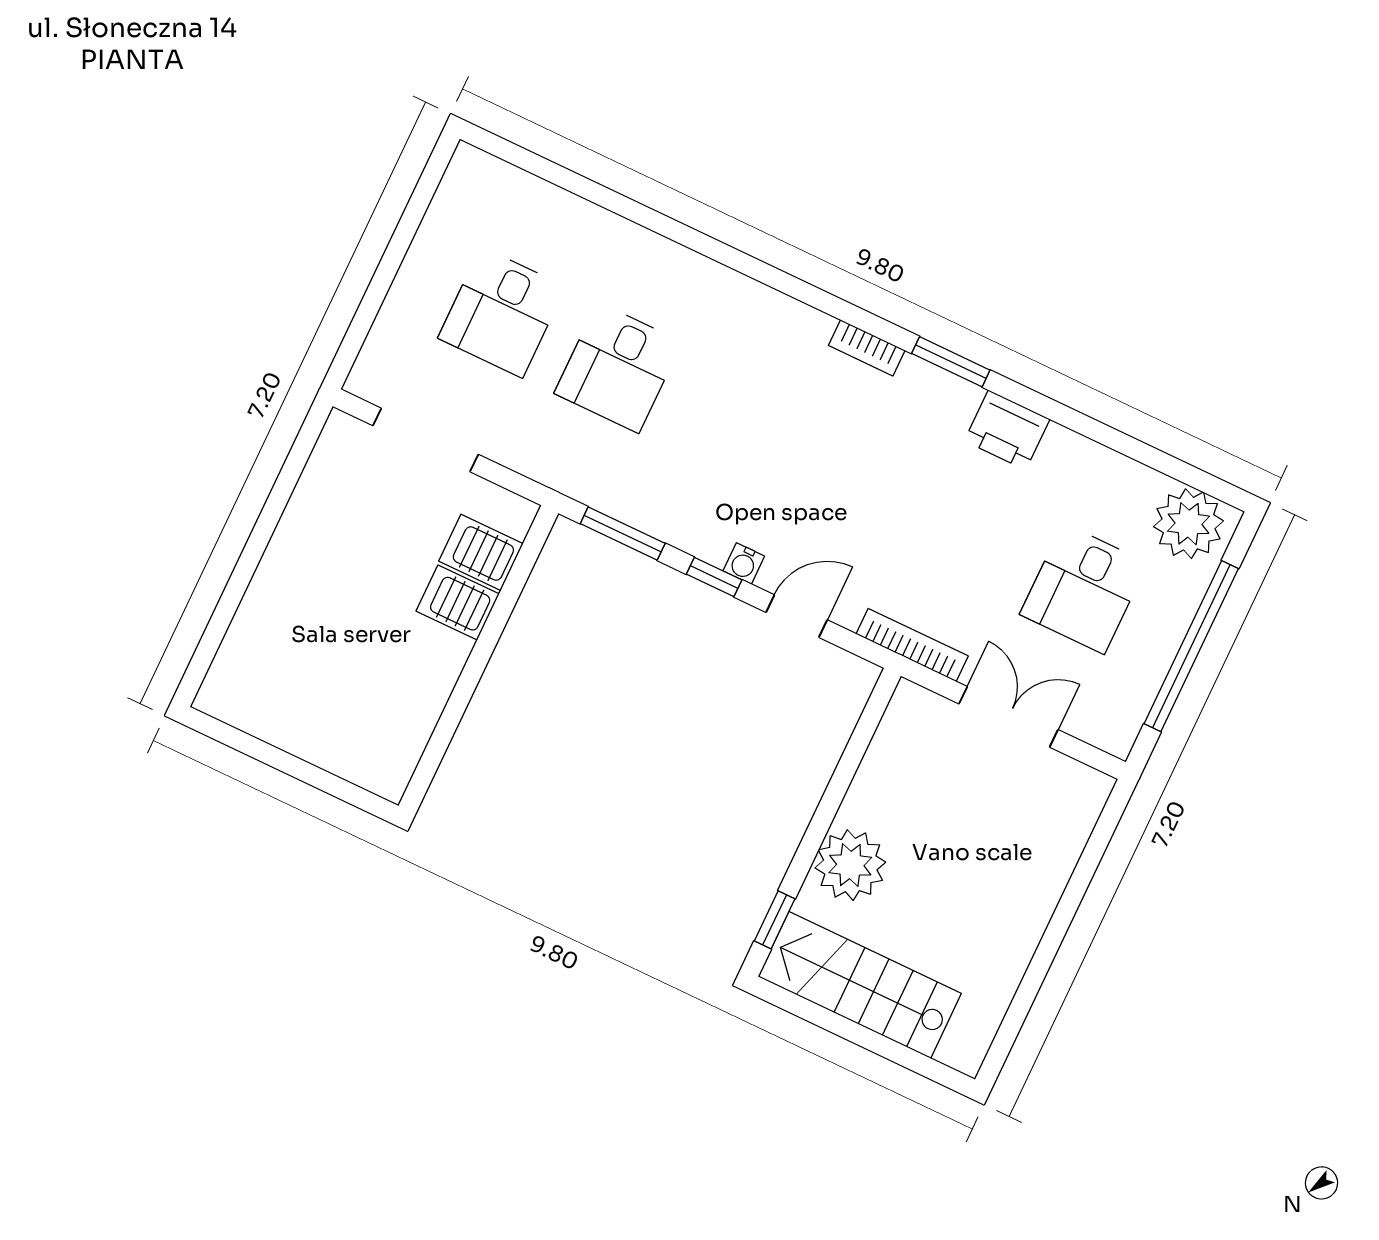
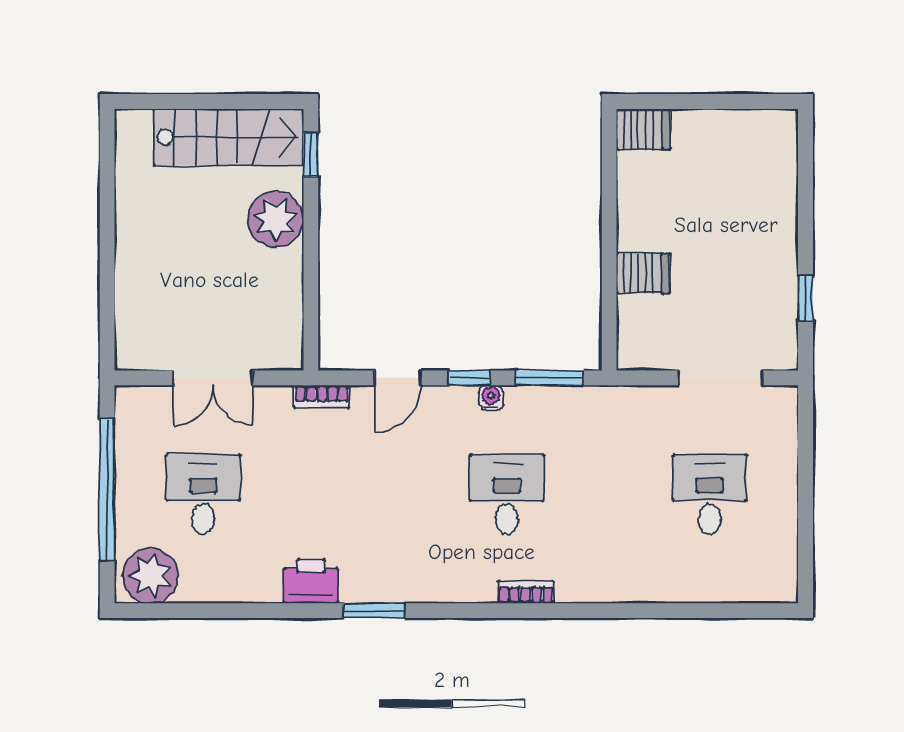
bookcase: (867, 348) -> (526, 592), moved
desk: (618, 368) -> (507, 494), moved
window: (285, 485) -> (805, 298), added
server rack: (481, 552) -> (644, 129), moved
water cooler: (744, 563) -> (491, 398), moved
bookcase: (912, 645) -> (322, 396), width x0.64

